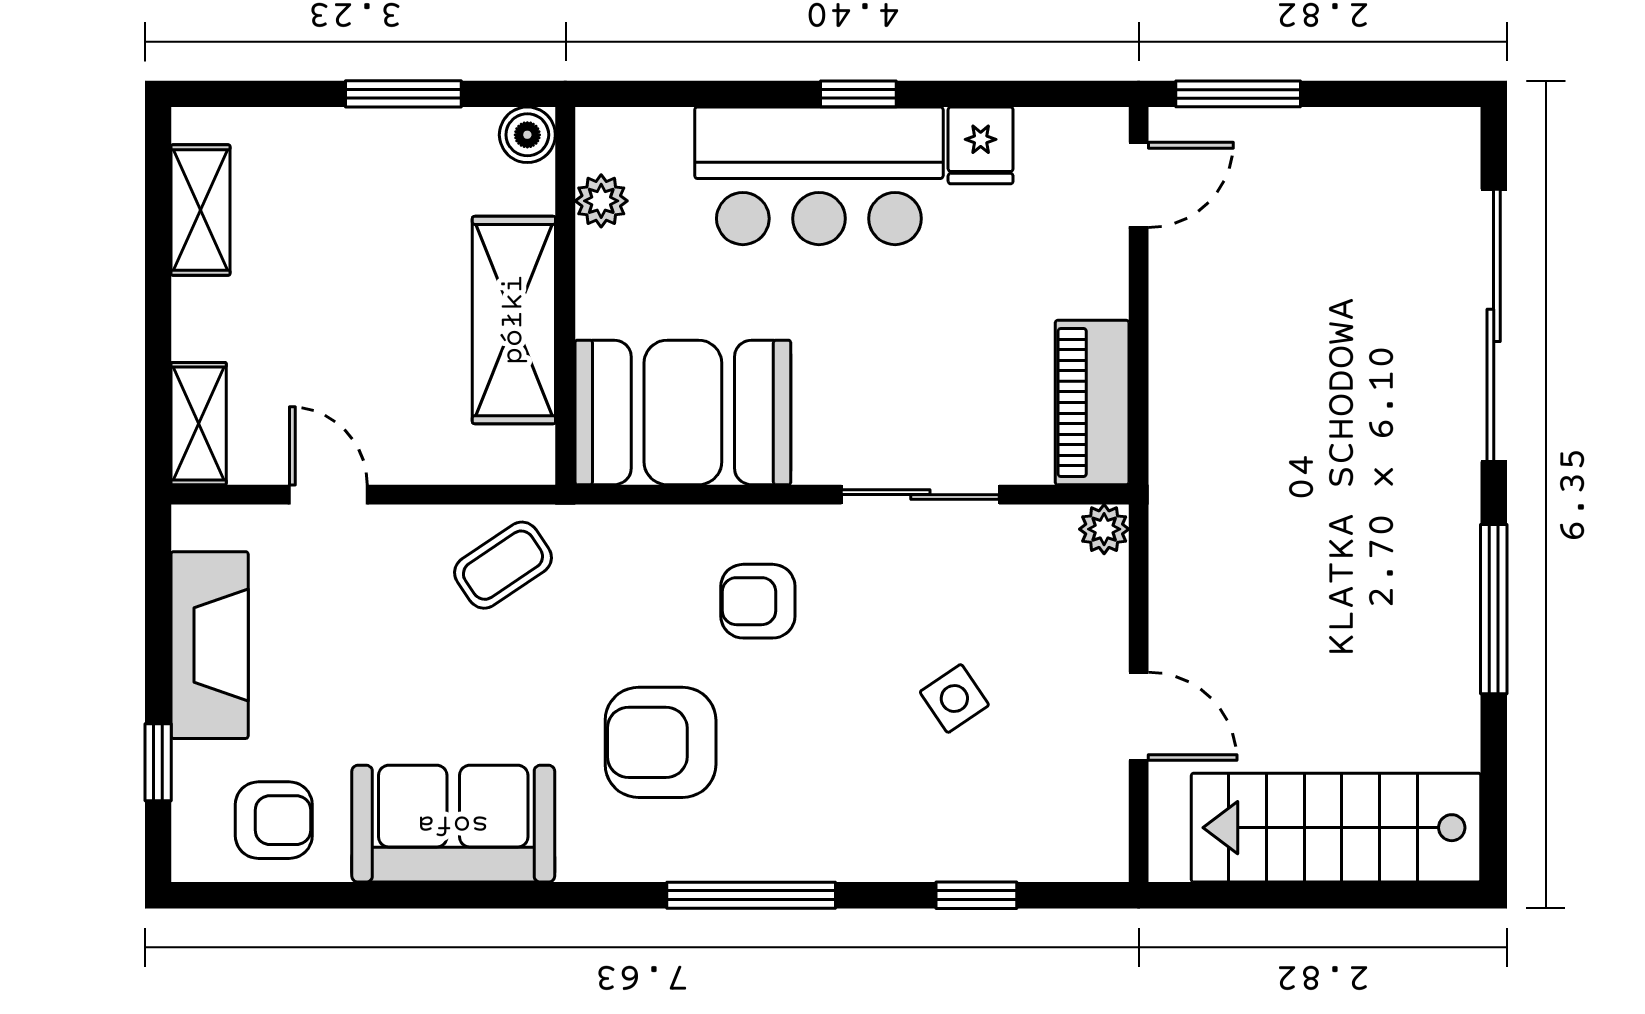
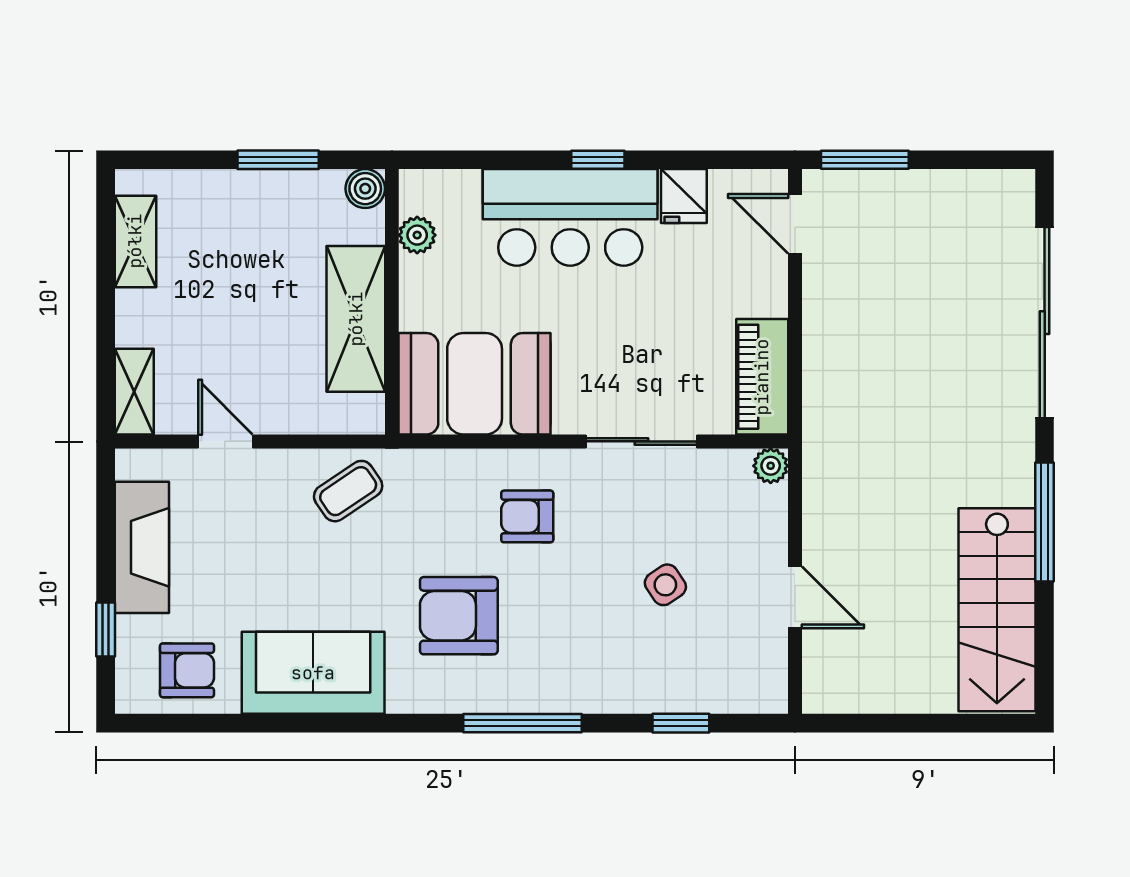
door: (1139, 185) -> (795, 224), swing flipped
stairs: (1336, 828) -> (997, 610), moved, turned -90

